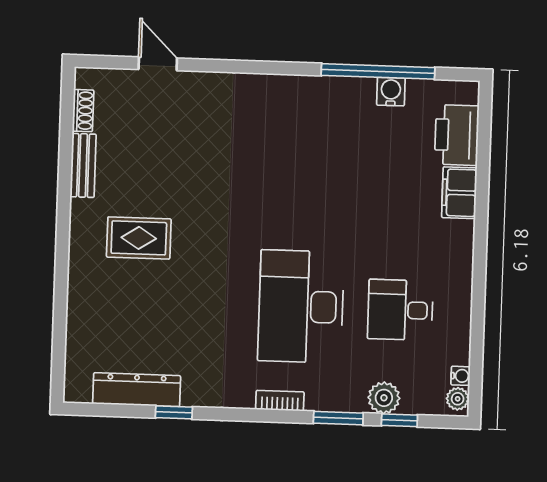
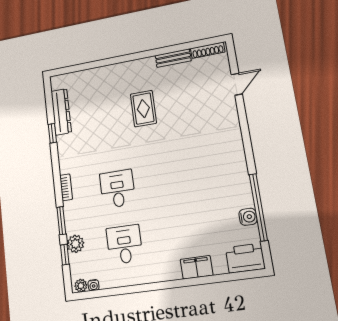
shoe rack: (83, 111) -> (208, 50), width x1.43
printer: (457, 135) -> (245, 258), moved
rug: (139, 238) -> (143, 109), moved
desk: (301, 306) -> (117, 189), width x0.53, depth x0.77

